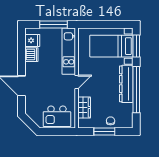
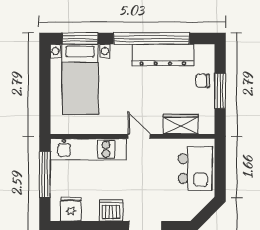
dishwasher: (31, 55) -> (111, 210), moved
dresser: (126, 84) -> (163, 55), moved

